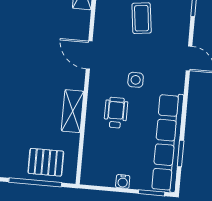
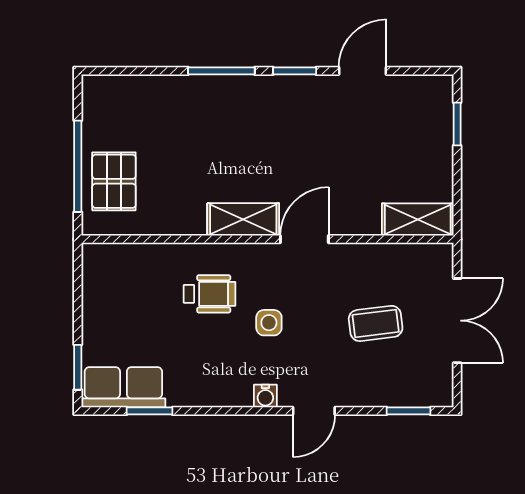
shelving: (73, 111) -> (243, 219), moved
row of seats: (168, 143) -> (123, 387), width x0.50
water cooler: (123, 181) -> (265, 396), moved, turned -90

